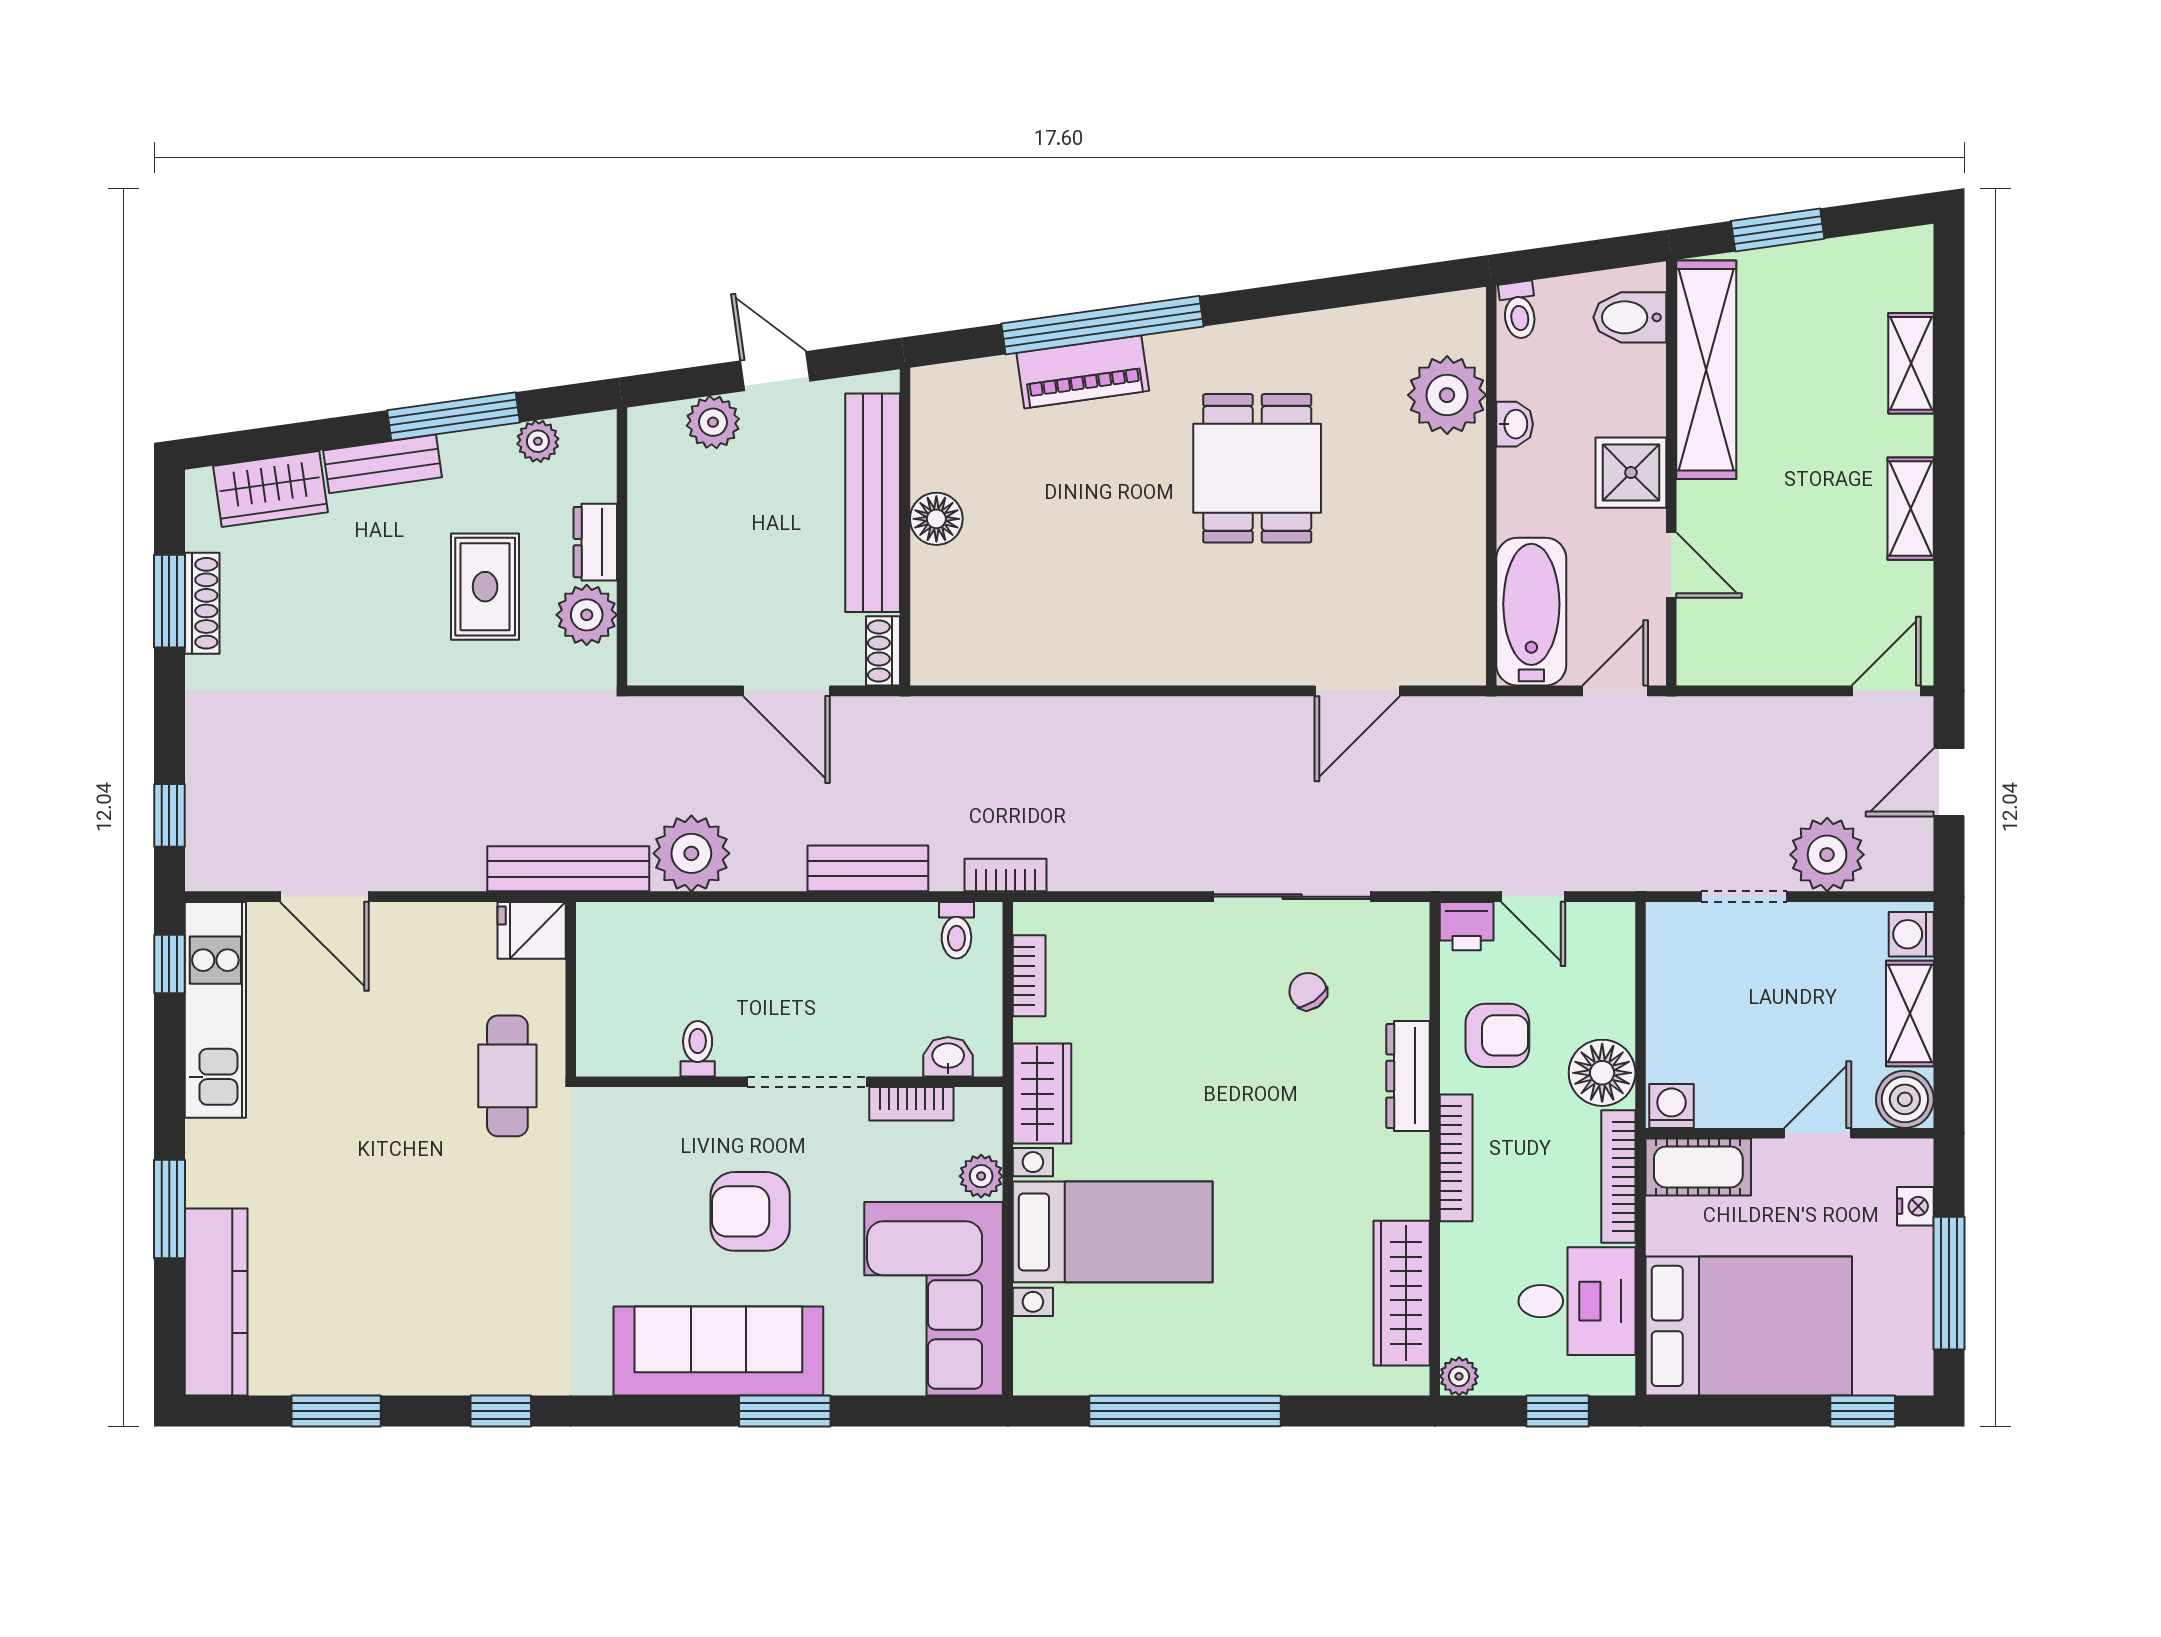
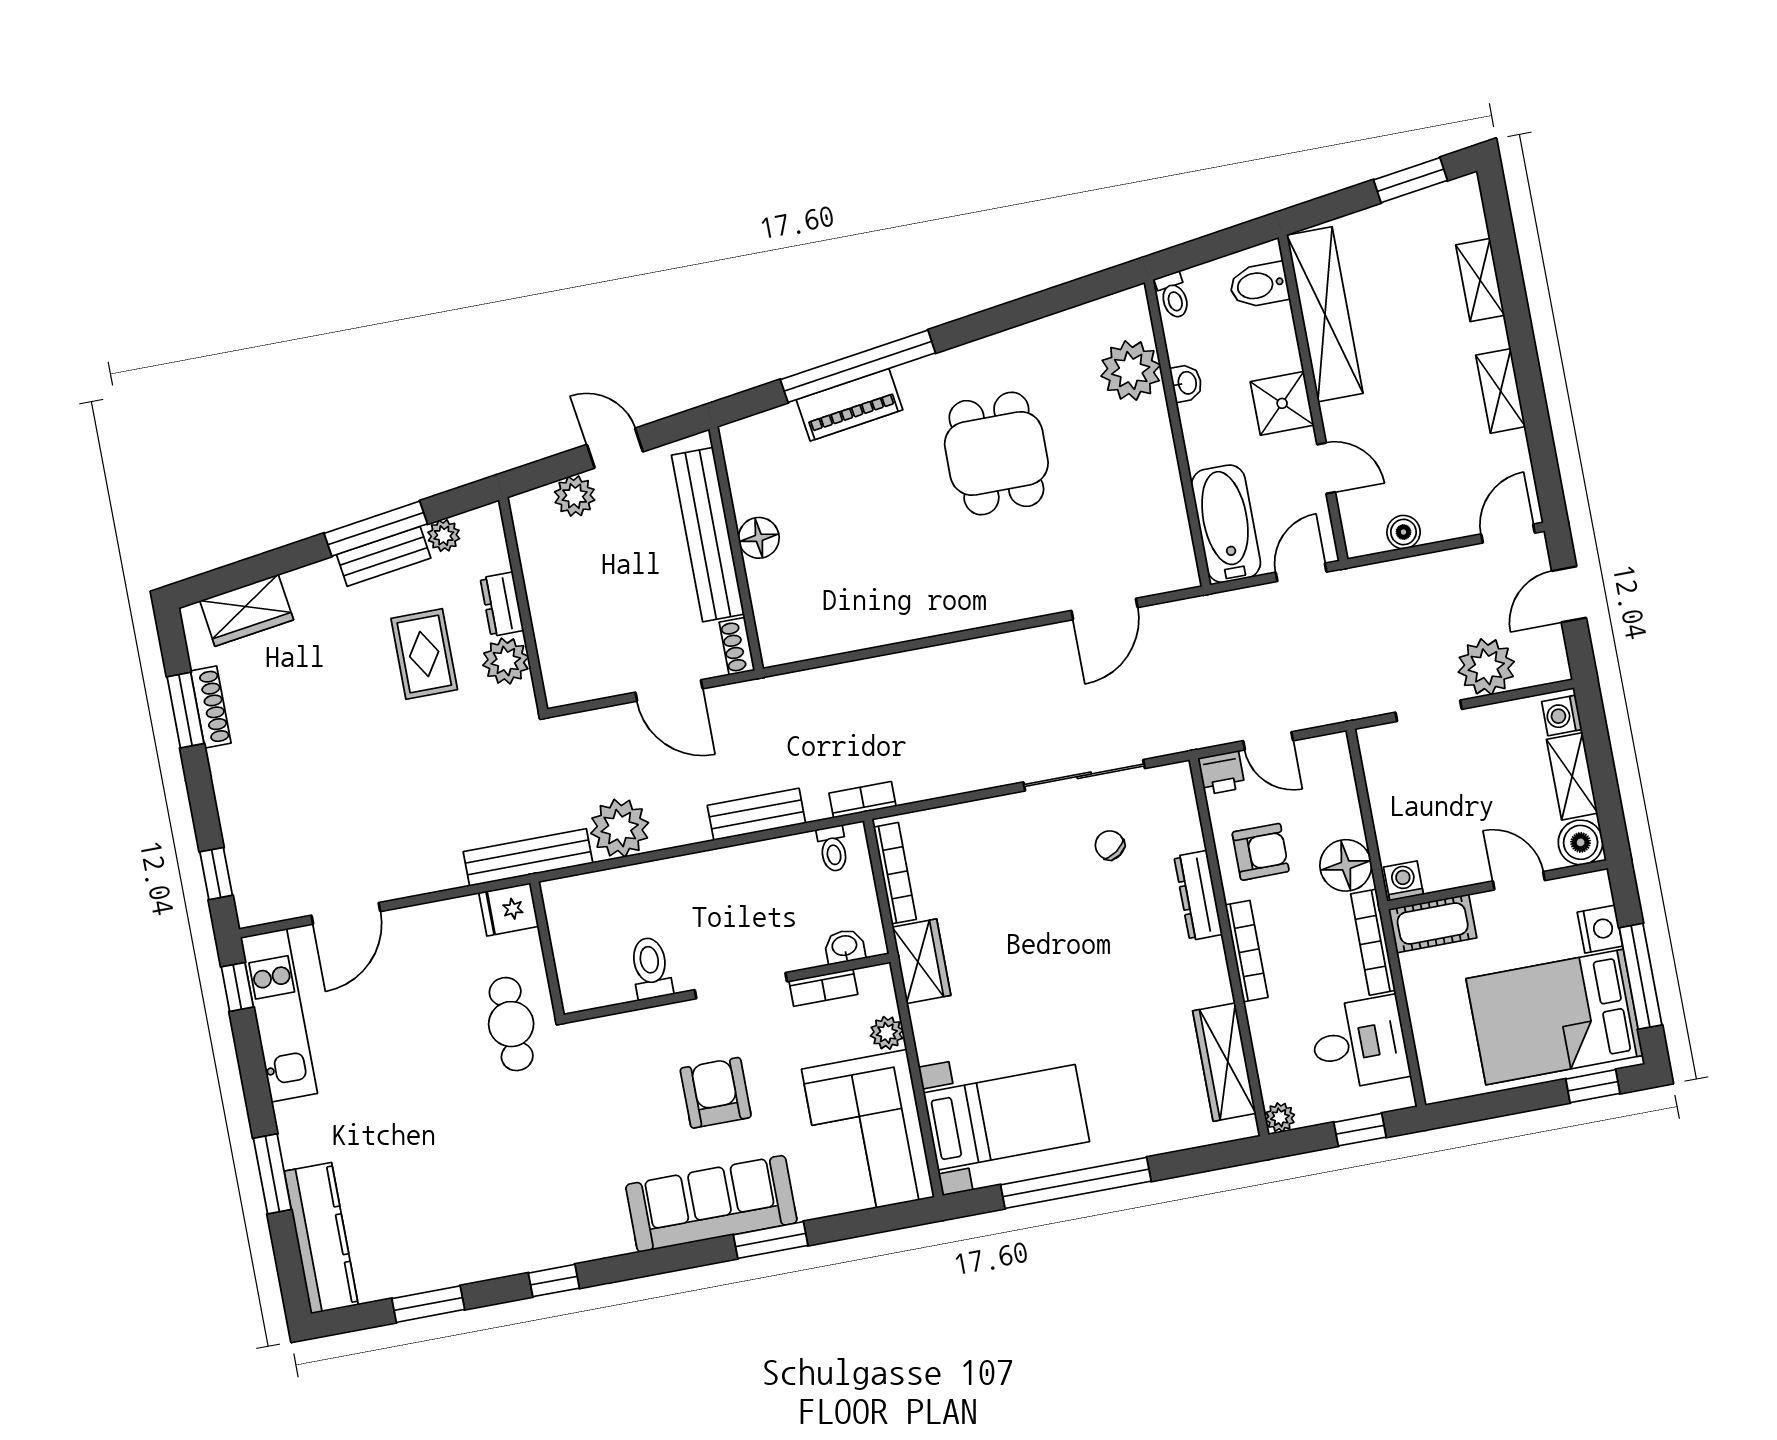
window: (1778, 230) -> (1411, 180), moved
bench: (383, 464) -> (384, 556), moved
boiler: (1754, 664) -> (1404, 532), added
door: (324, 897) -> (346, 913), hinge flipped
bookcase: (1029, 976) -> (895, 873), width x1.56
toilet: (698, 1049) -> (651, 968), width x1.37, depth x1.39
door: (1818, 1133) -> (1519, 881), hinge flipped
nightstand: (1915, 1206) -> (1600, 929), width x1.39, depth x1.35
armchair: (750, 1211) -> (716, 1093), turned 90
bed with nightstands: (1113, 1232) -> (1006, 1117), moved
bed: (1749, 1326) -> (1555, 1017), moved, turned 180

